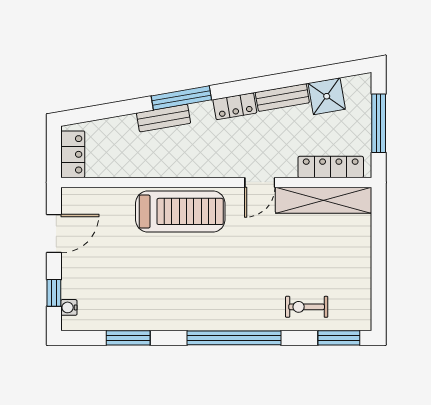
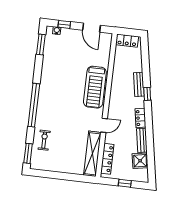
window: (181, 98) -> (147, 94), width x0.46
window: (379, 123) -> (125, 183), width x0.46
door: (260, 182) -> (104, 125), swing flipped
window: (128, 338) -> (41, 45), moved

